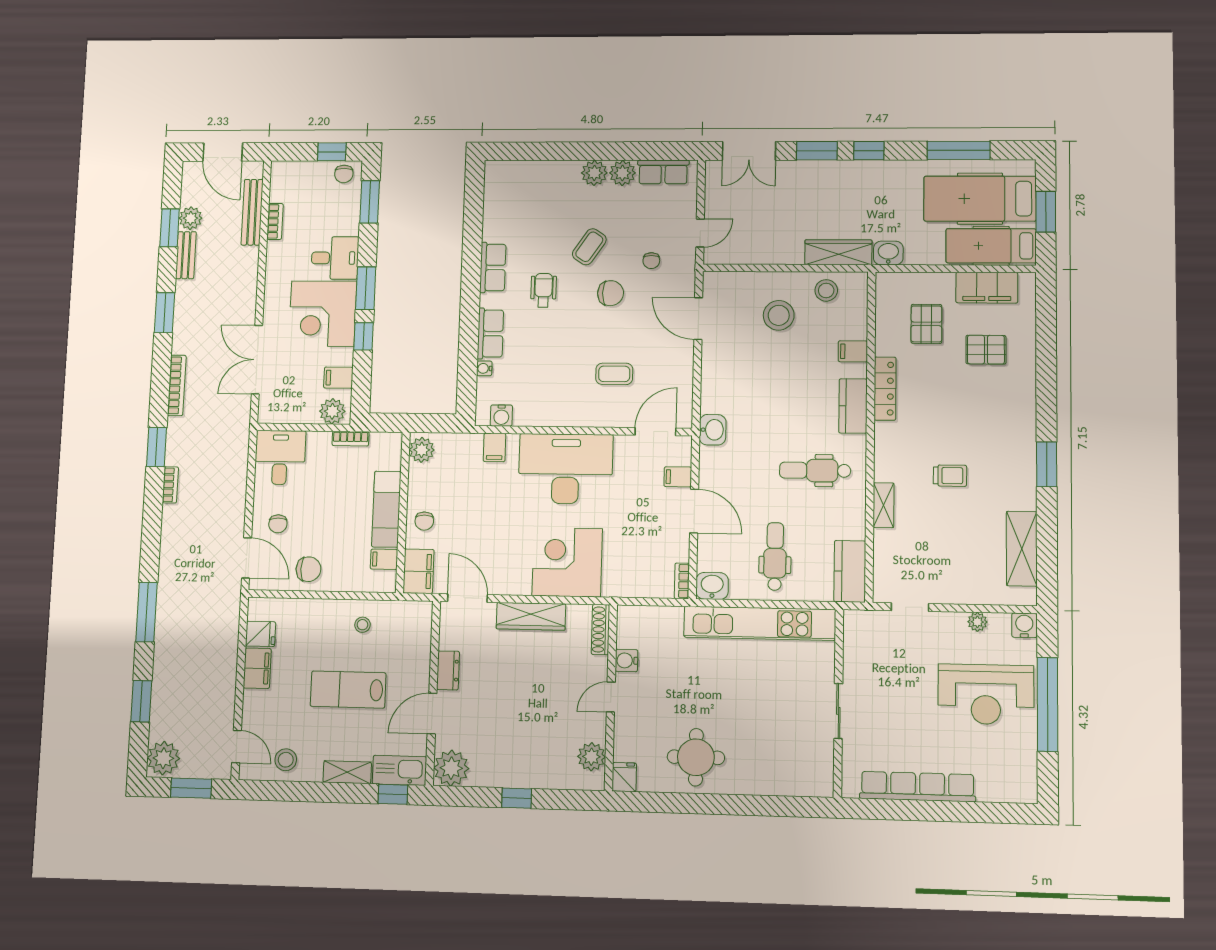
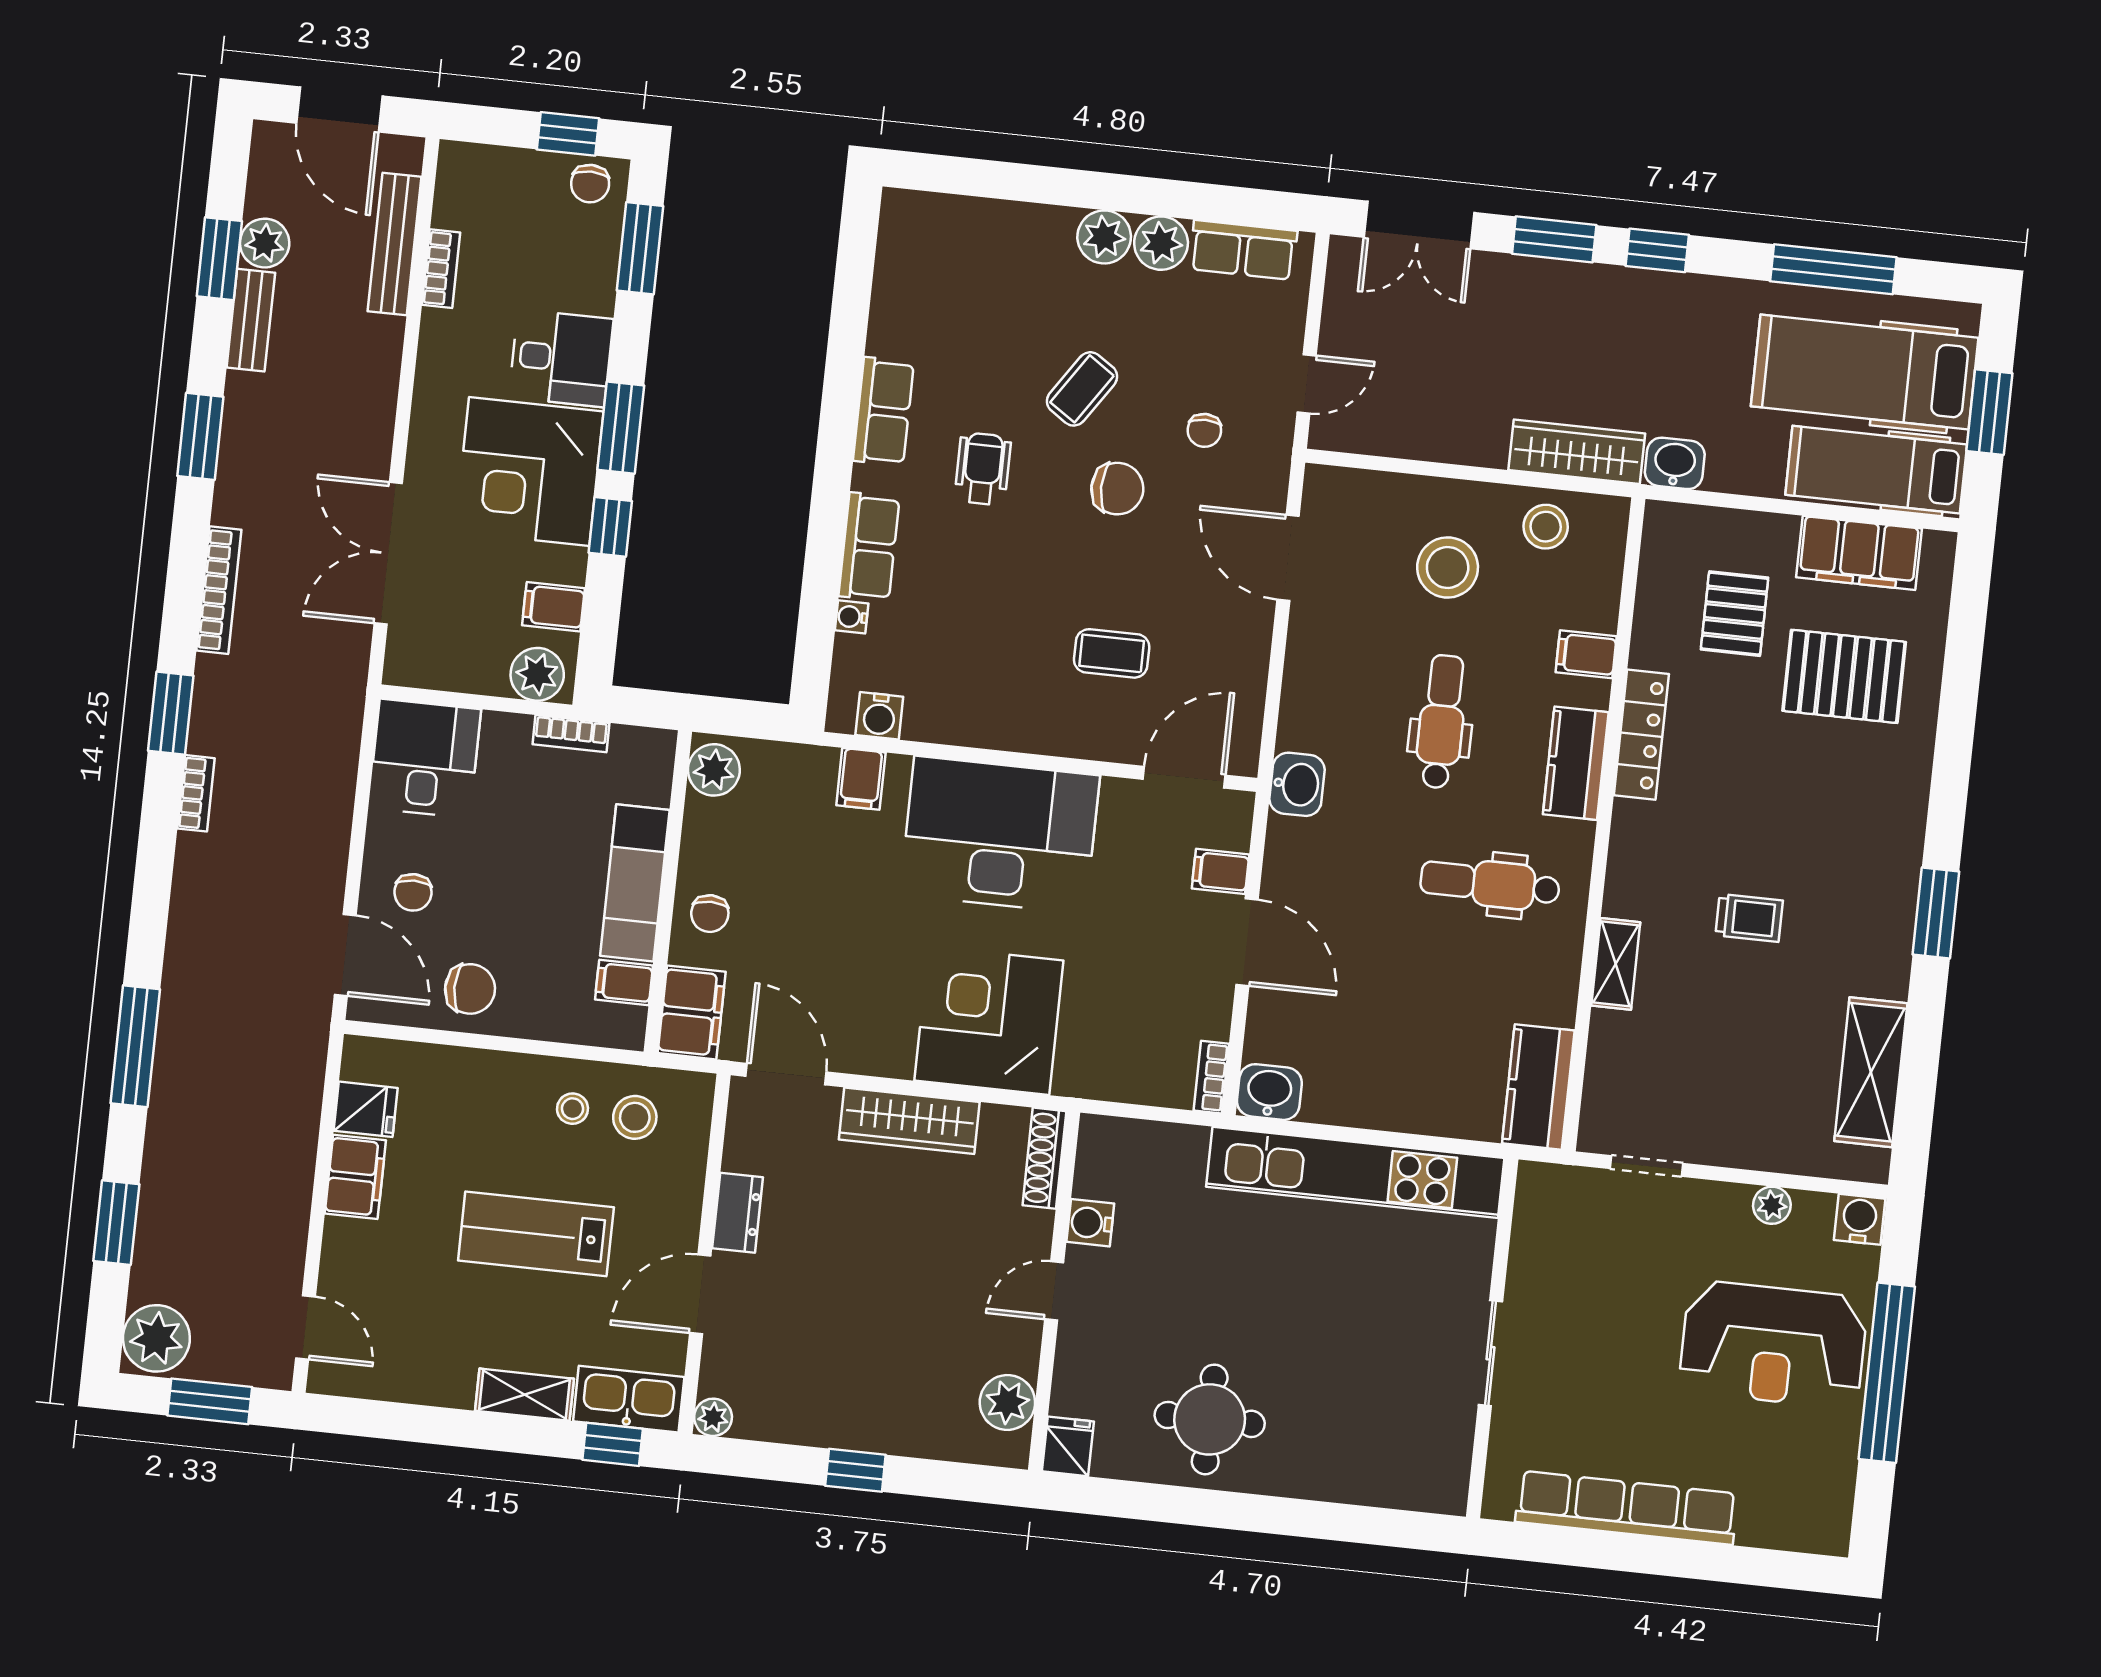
pallet: (986, 350) -> (1844, 676), width x1.50, depth x1.42
dental chair: (775, 556) -> (1441, 722), moved
stool: (286, 760) -> (635, 1117), moved
plant: (451, 768) -> (713, 1417), width x0.53, depth x0.53

